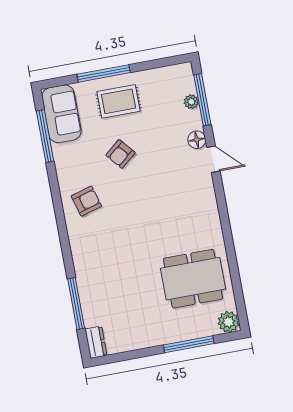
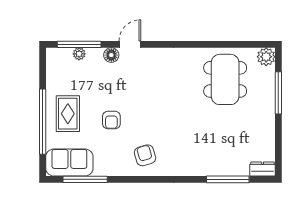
window: (104, 73) -> (43, 122), width x1.46
armchair: (121, 154) -> (111, 120), turned 40

